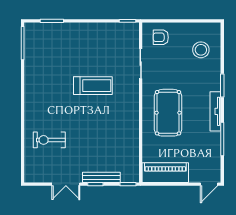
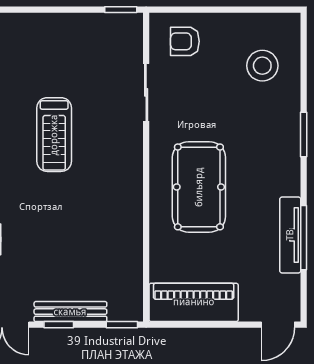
treadmill: (93, 86) -> (54, 135), turned 90
tv unit: (215, 111) -> (290, 235), moved

